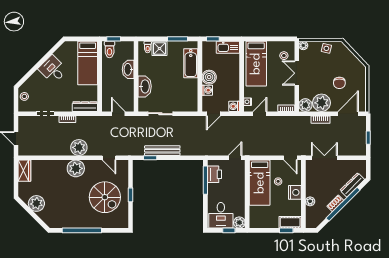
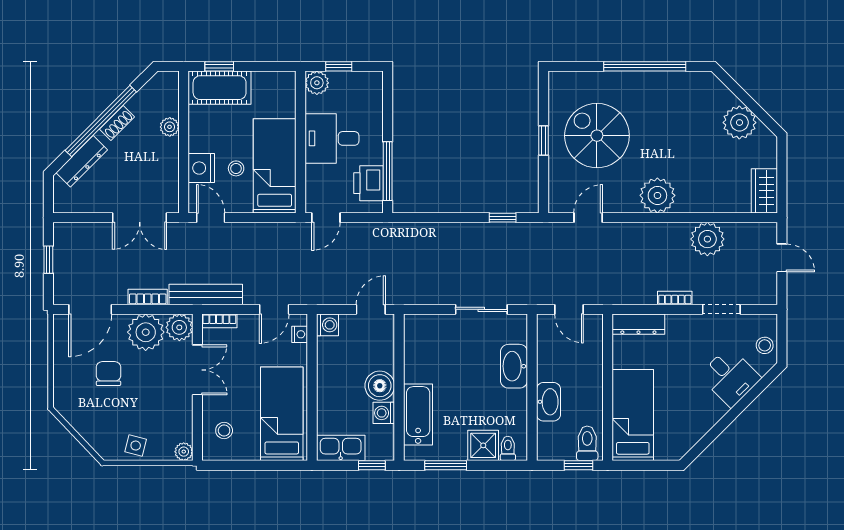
desk: (53, 69) -> (730, 377), moved
double door: (297, 73) -> (197, 370), moved
washing machine: (207, 90) -> (384, 413), moved
plant: (79, 147) -> (707, 239), moved
bench: (162, 151) -> (206, 295), moved
door: (109, 158) -> (588, 218), hinge flipped
nightstand: (295, 192) -> (201, 168), moved
desk: (221, 215) -> (332, 138), moved, turned -90
cot: (290, 222) -> (220, 88), width x1.37, depth x1.34

